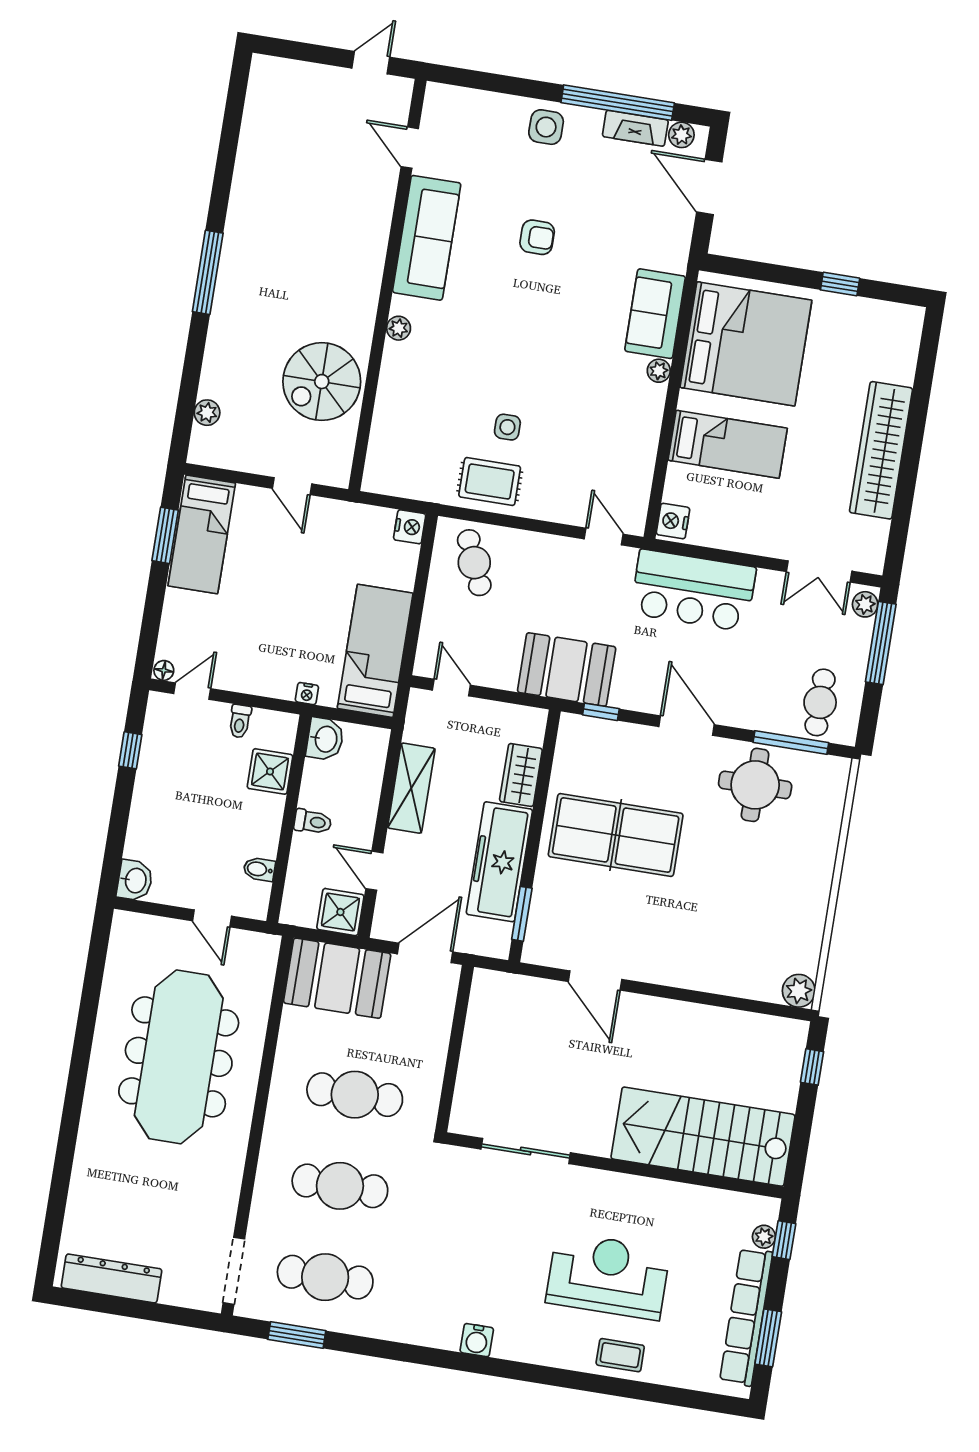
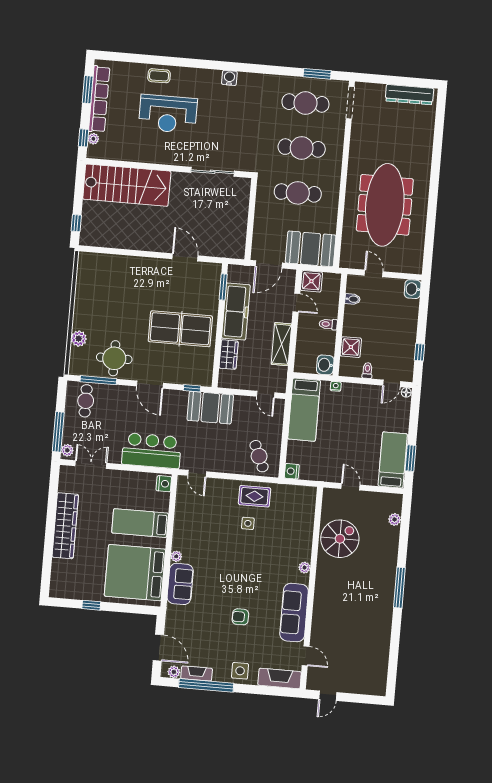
fireplace: (466, 105) -> (280, 678), added
plant: (799, 991) -> (79, 339), moved

